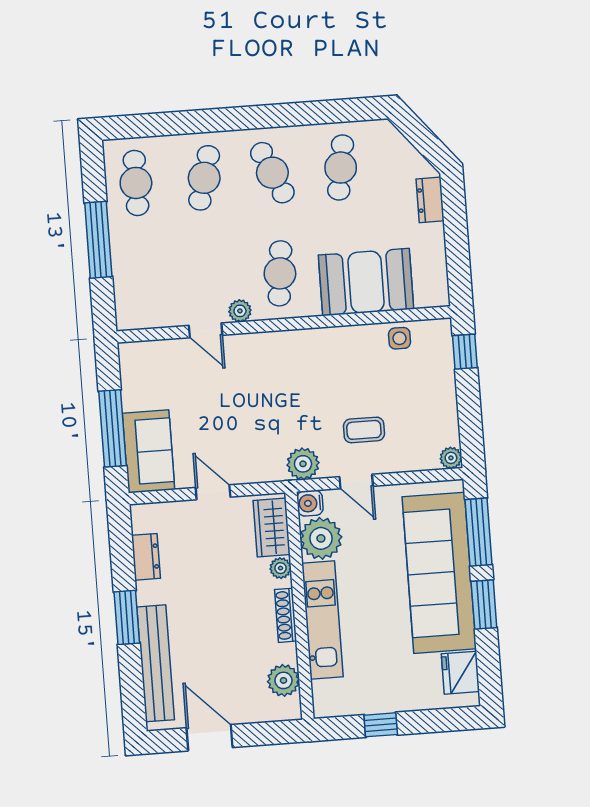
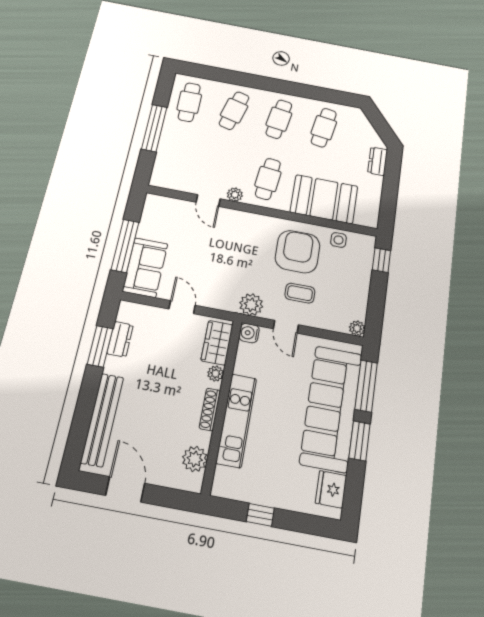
cafe table: (272, 173) -> (279, 119), turned 33
armchair: (347, 371) -> (298, 252), added
plant: (321, 538) -> (251, 360), removed
window: (127, 617) -> (100, 346), moved

